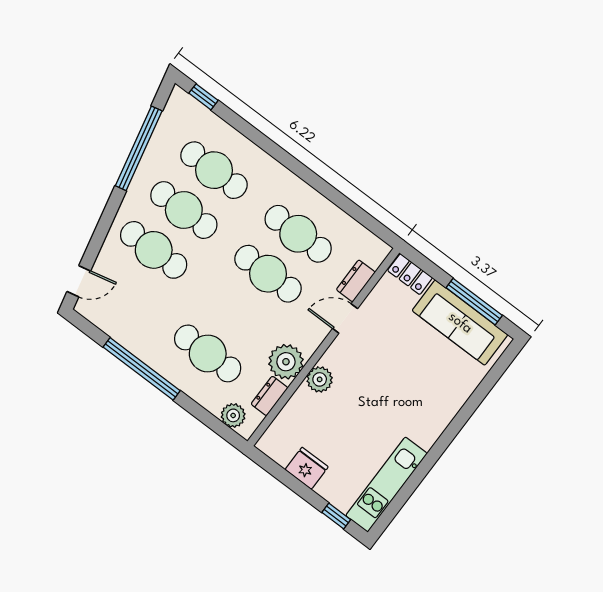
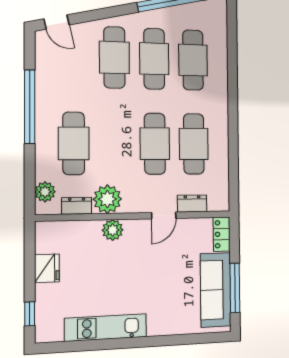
window: (203, 97) -> (232, 20), removed
door: (345, 318) -> (164, 215), swing flipped
kitchen unit: (386, 484) -> (106, 328), moved

